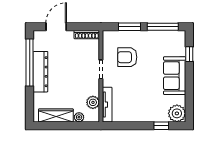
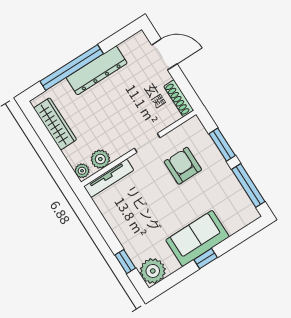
window: (189, 54) -> (206, 259), moved
window: (30, 63) -> (72, 68), moved
plant: (79, 117) -> (82, 171), moved

